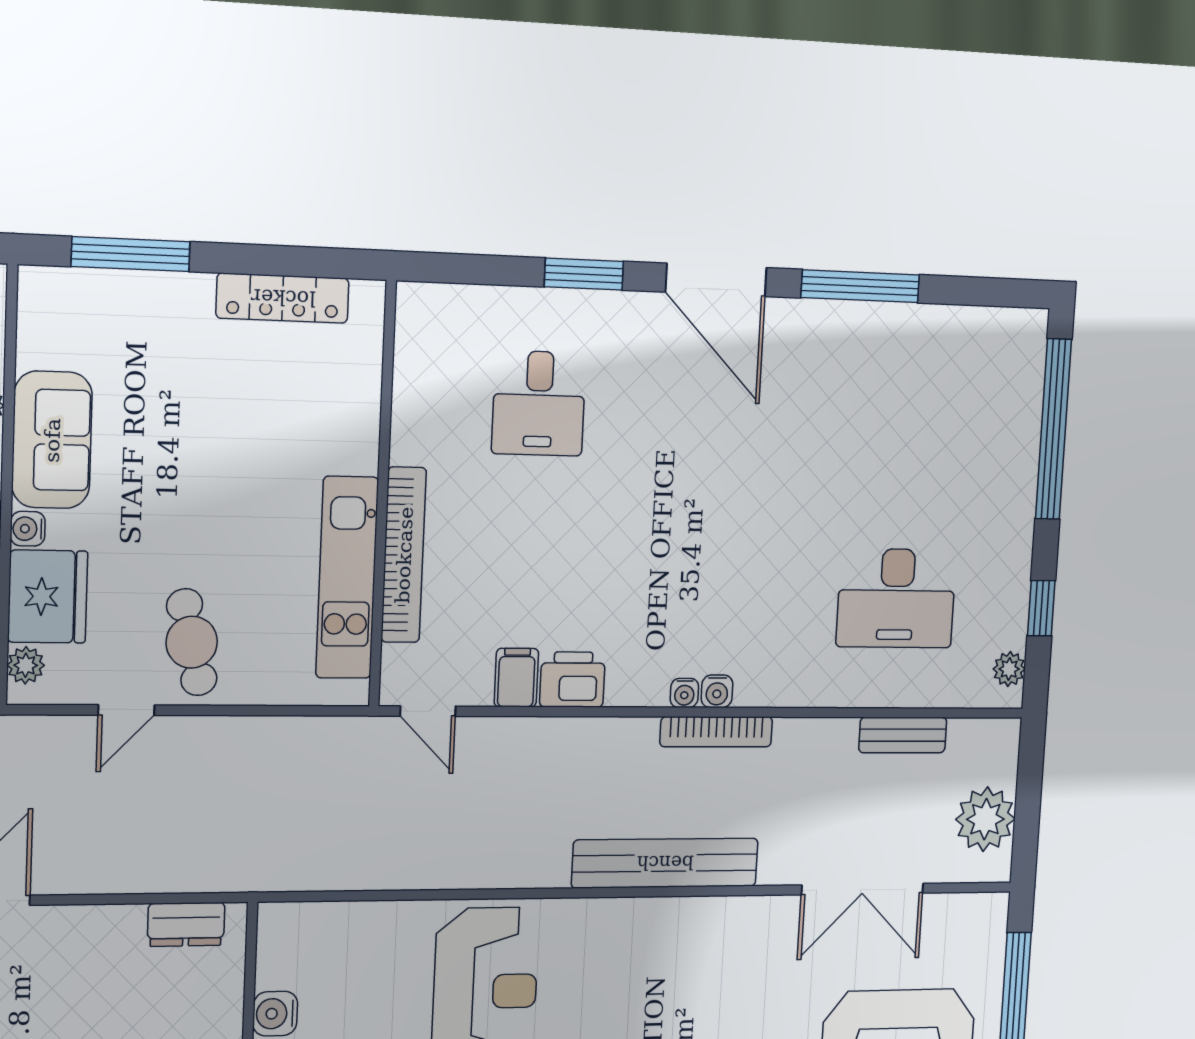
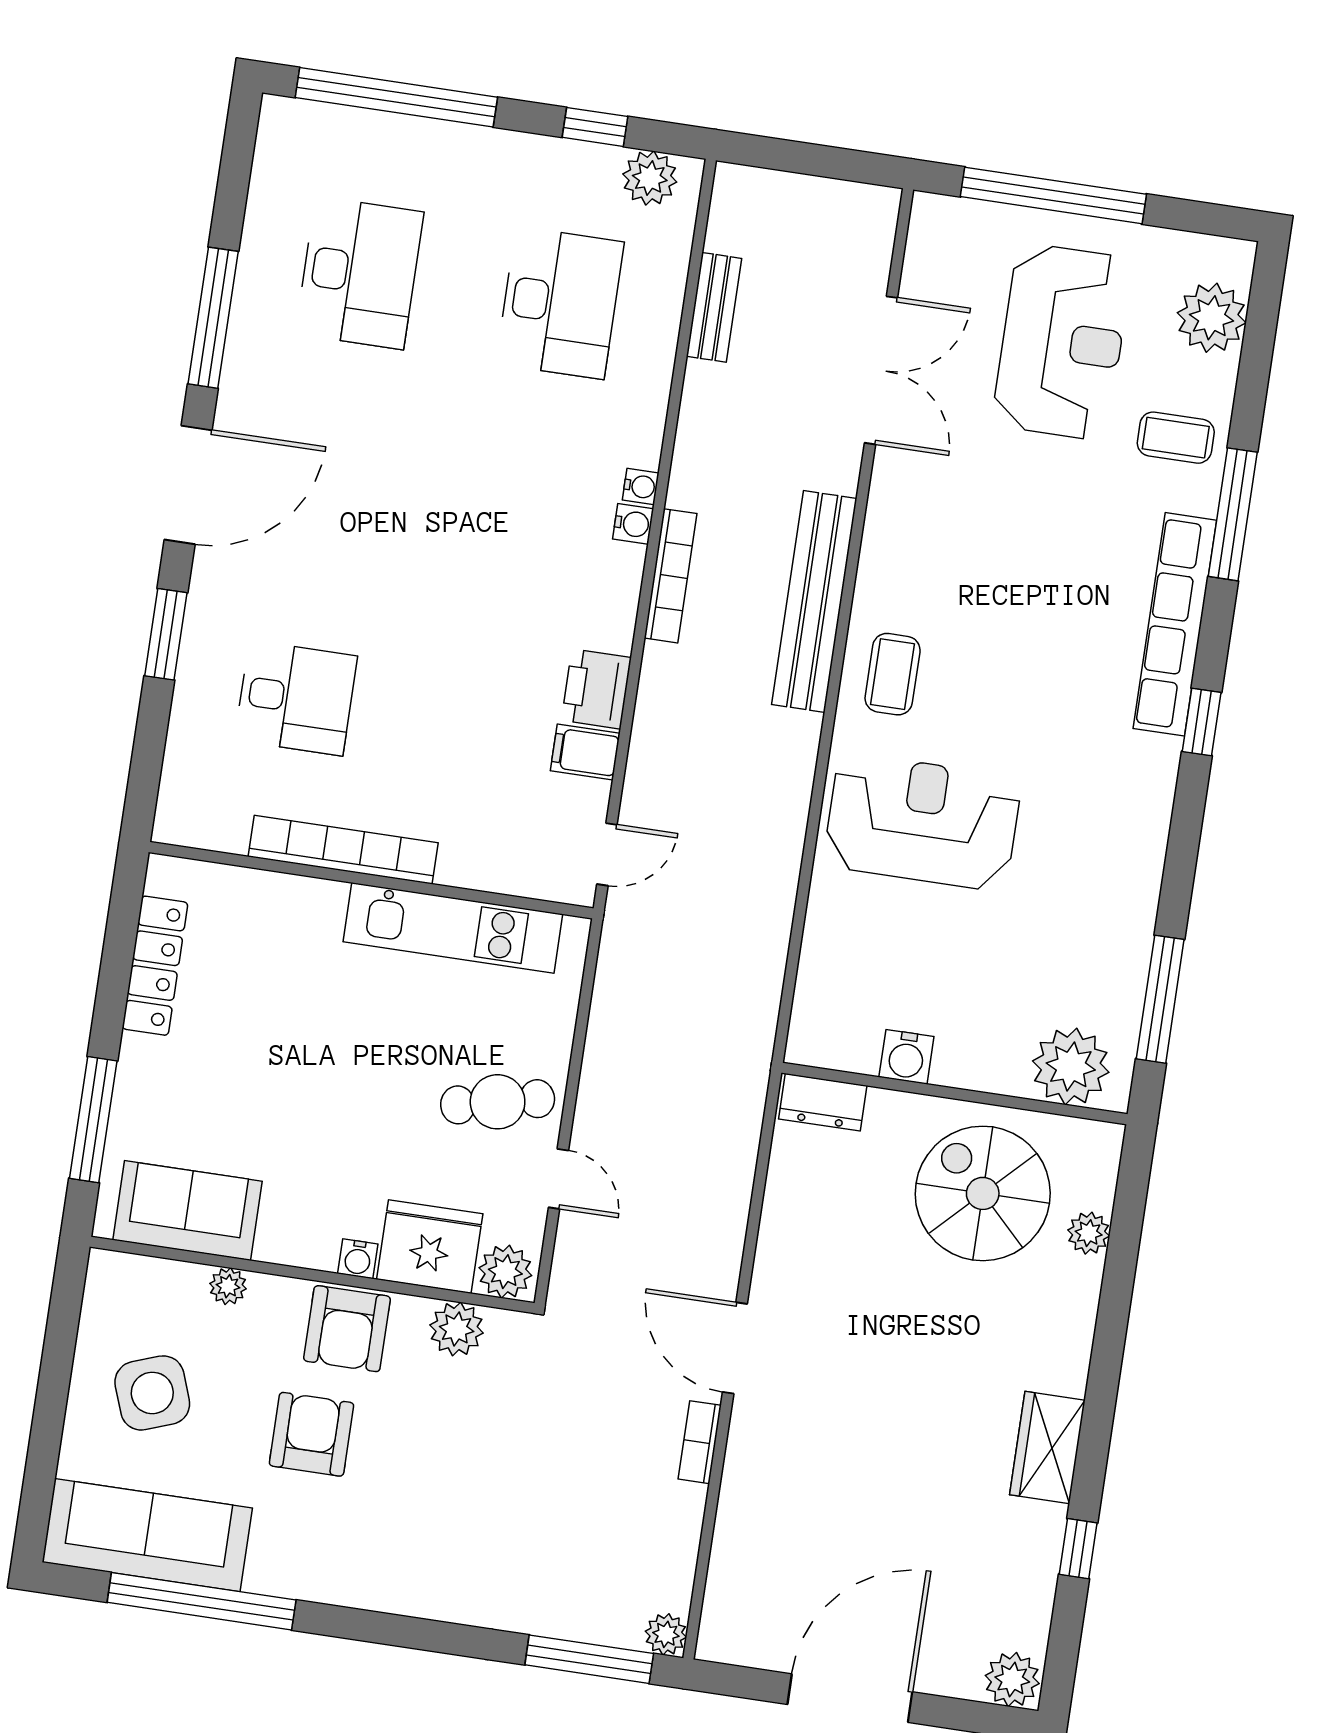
desk: (908, 415) -> (359, 273), added
sofa: (52, 440) -> (187, 1211), moved
bookcase: (404, 555) -> (343, 850), moved
plant: (26, 665) -> (505, 1272), width x1.38, depth x1.38
plant: (1009, 669) -> (650, 178), width x1.38, depth x1.38
water cooler: (684, 693) -> (641, 486), moved
bookcase: (716, 732) -> (671, 576), moved
plant: (985, 819) -> (825, 214), removed
dresser: (186, 924) -> (823, 1102), moved, turned 90
coffee table: (610, 943) -> (893, 674), added

